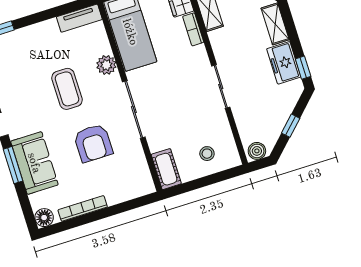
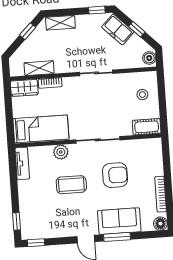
freezer: (284, 63) -> (118, 29), moved, turned 45

